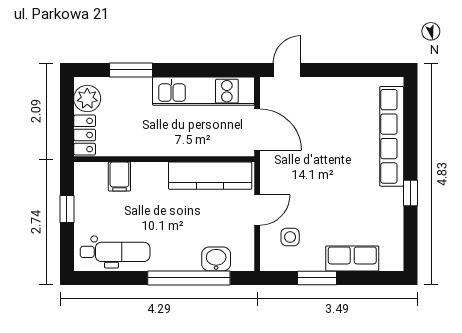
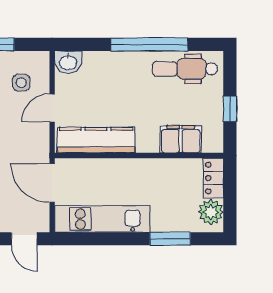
door: (287, 70) -> (24, 239), hinge flipped
filing cabinet: (119, 176) -> (181, 139), width x2.00
washbasin: (216, 259) -> (68, 62), moved
window: (189, 278) -> (149, 44), moved

